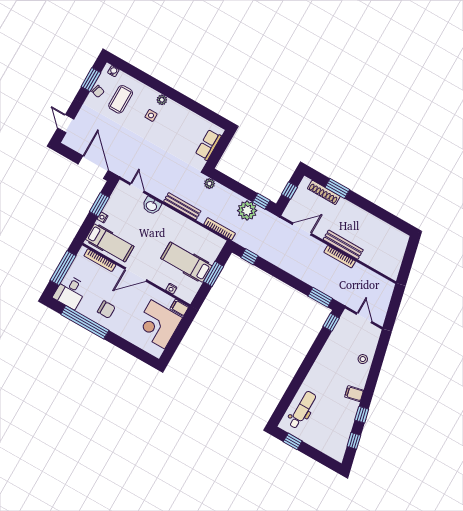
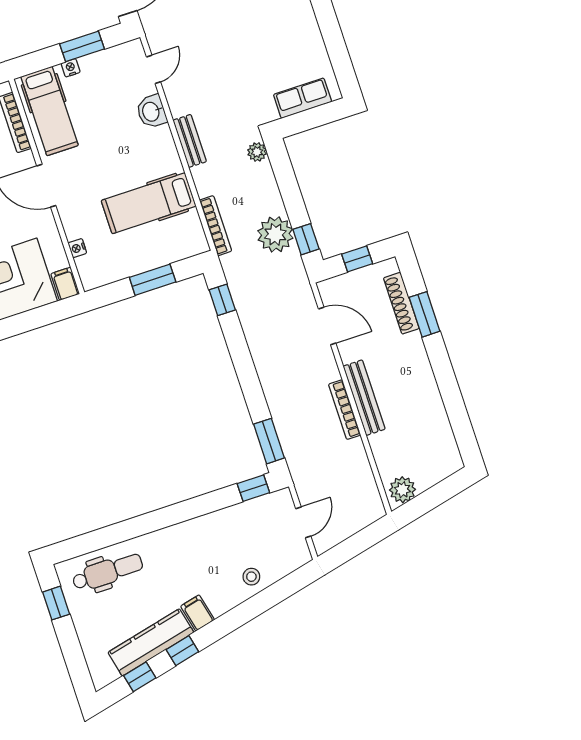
bench: (182, 206) -> (190, 141), width x0.73
hospital bed: (186, 262) -> (149, 203), moved, turned -90
plant: (393, 268) -> (402, 490), added
kitchen counter: (346, 423) -> (151, 642), added

